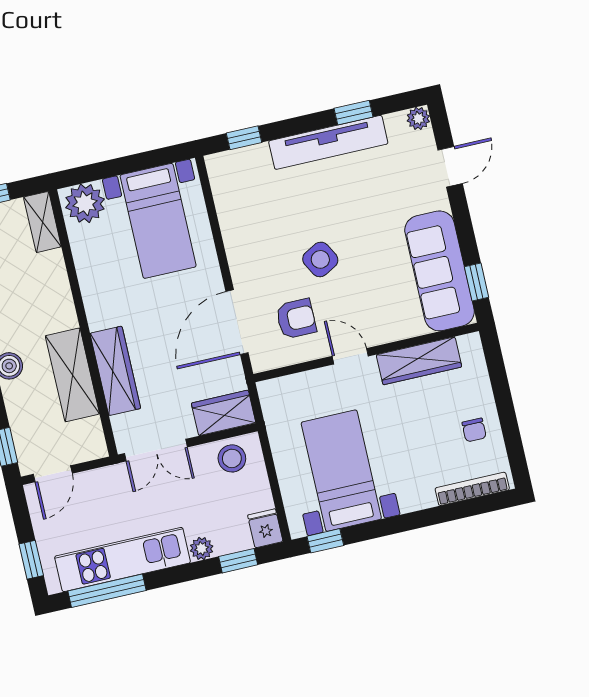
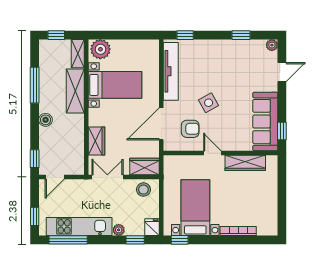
tv unit: (328, 142) -> (171, 71), moved, turned -90
bed with nightstands: (158, 221) -> (115, 85), moved, turned -90
wardrobe: (115, 371) -> (97, 141), width x0.67
shelving: (72, 375) -> (75, 91), moved
chair: (474, 430) -> (264, 203), removed
double door: (156, 450) -> (107, 177), swing flipped
bookcase: (472, 489) -> (238, 231), moved

